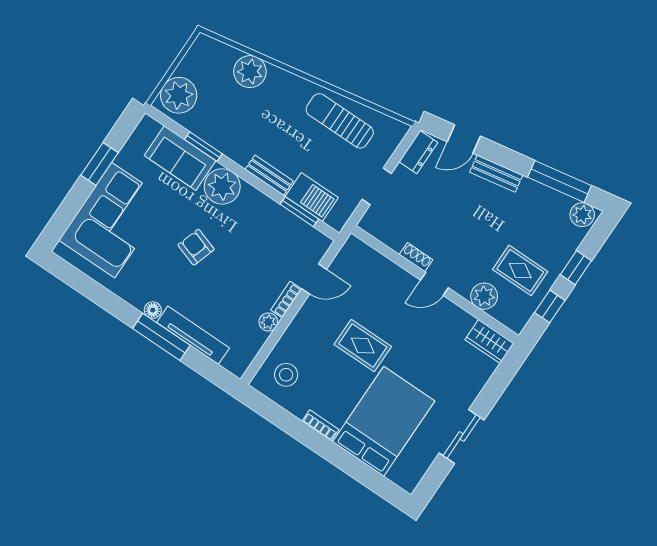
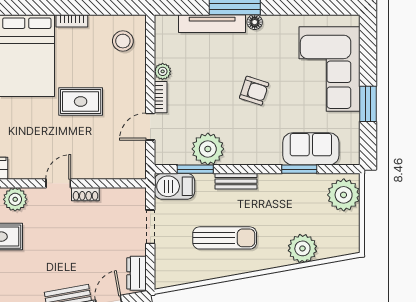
sun lounger: (340, 121) -> (225, 238), moved
plant: (222, 186) -> (208, 149), moved
barbecue: (312, 197) -> (174, 186), moved

